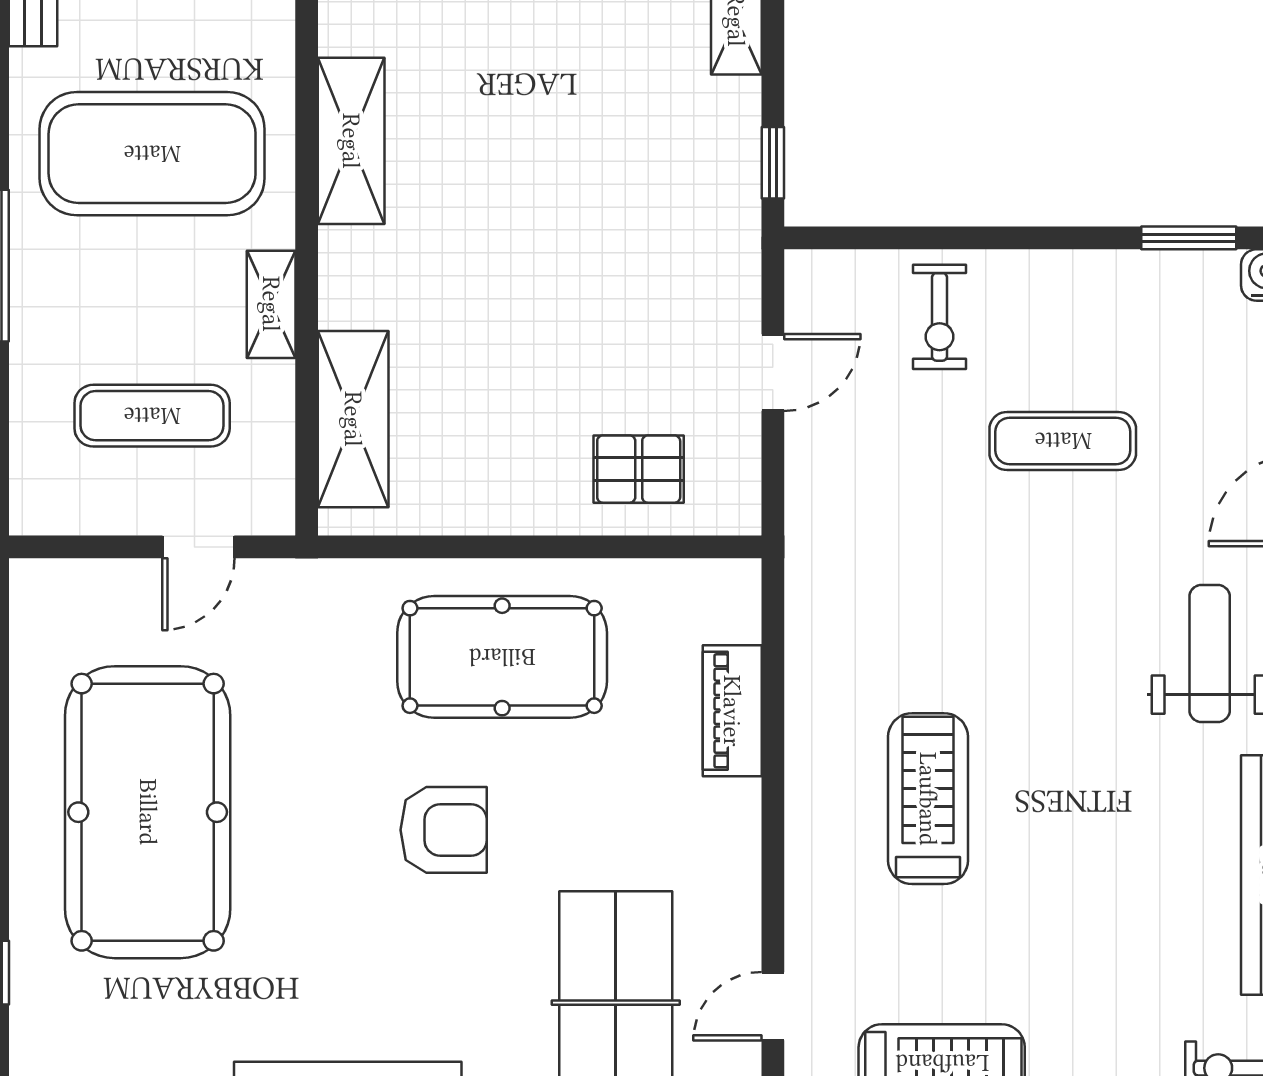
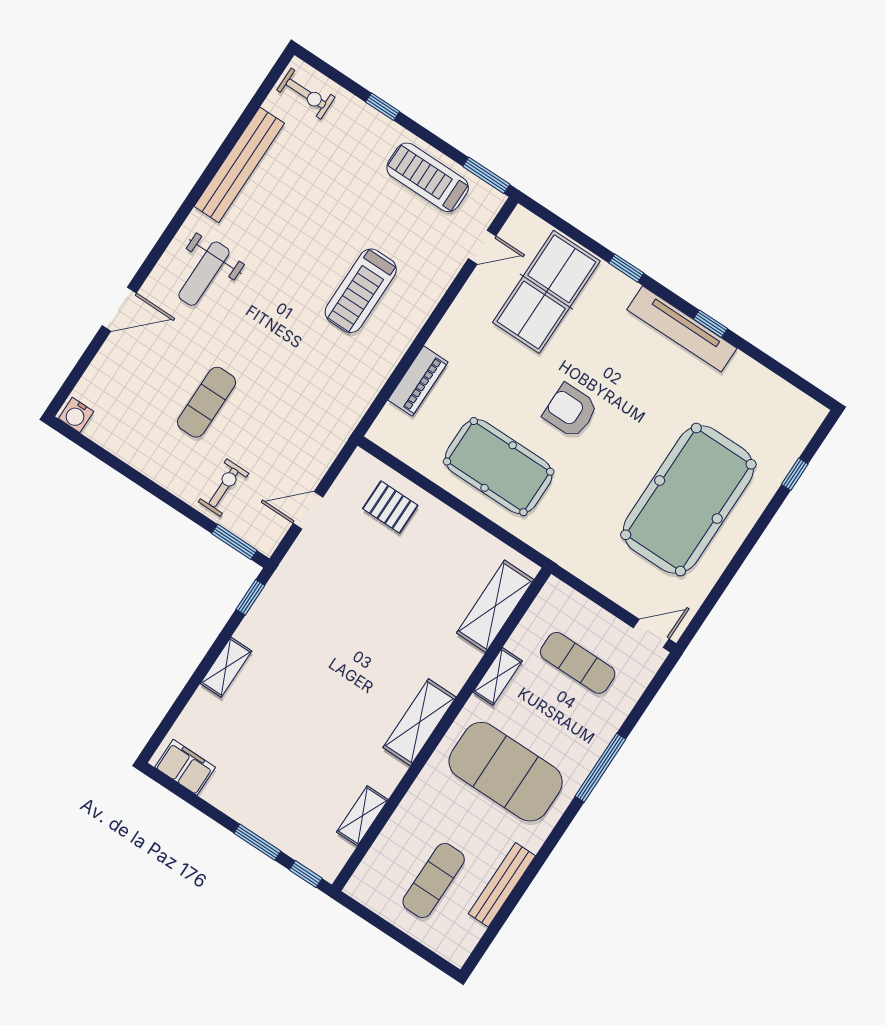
window: (1189, 238) -> (234, 542), moved
exercise mat: (1063, 441) -> (206, 402), turned 90
door: (198, 547) -> (651, 633), moved

